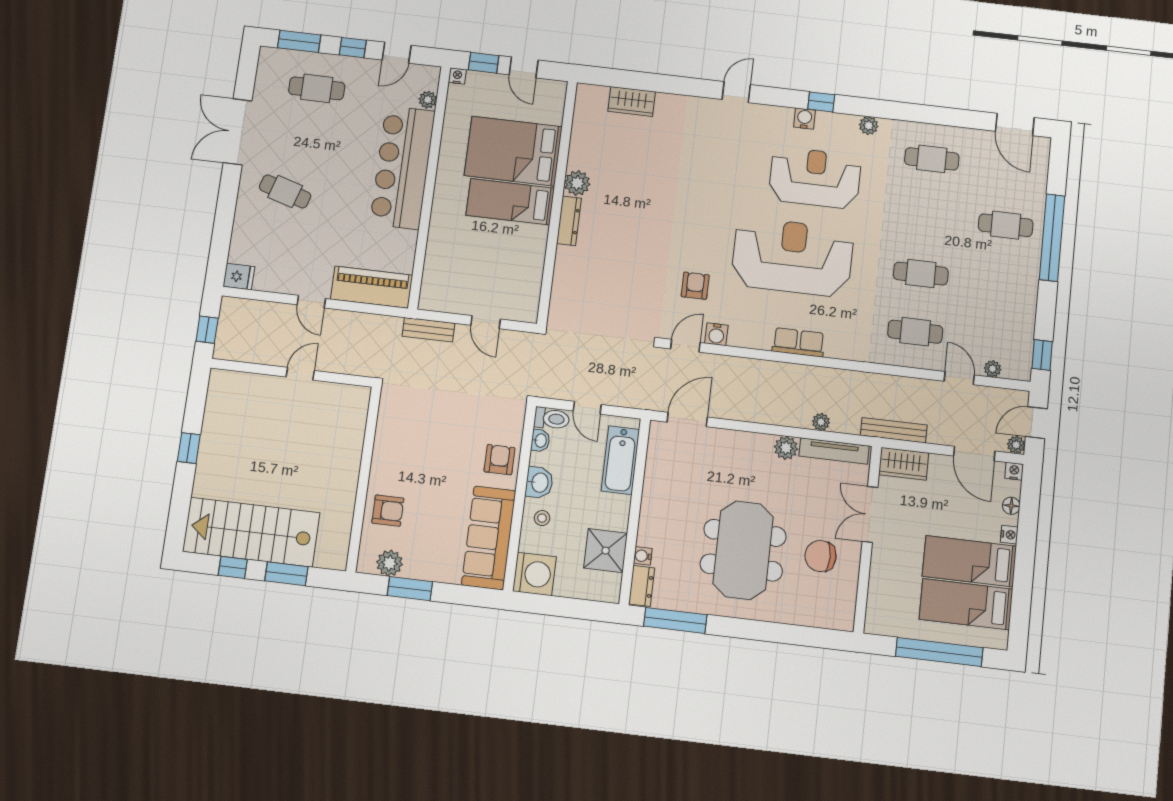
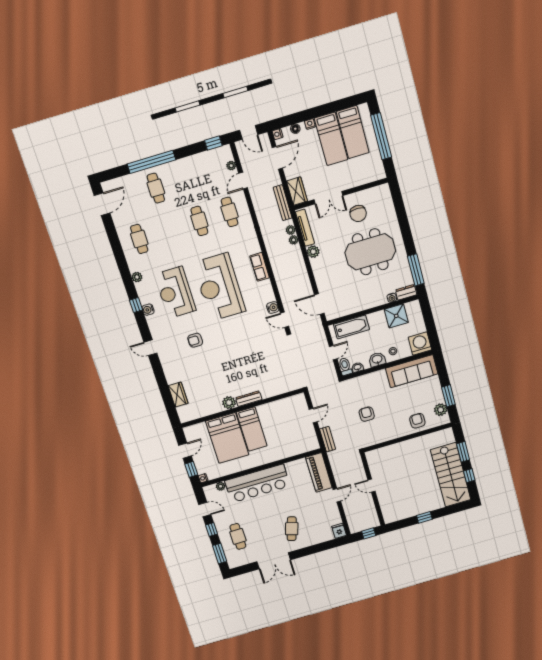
armchair: (695, 286) -> (195, 340), moved
plant: (1016, 445) -> (291, 230), moved
armchair: (499, 460) -> (367, 414), moved, turned 90

